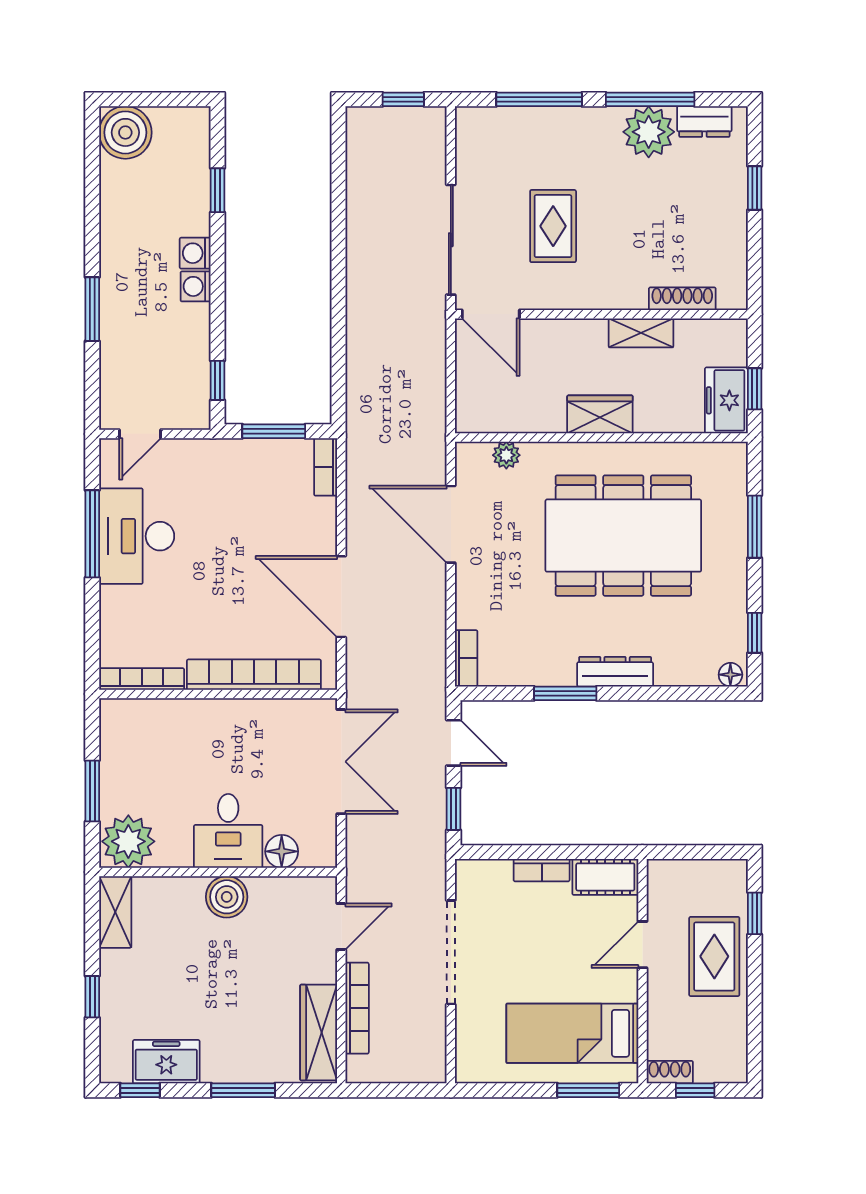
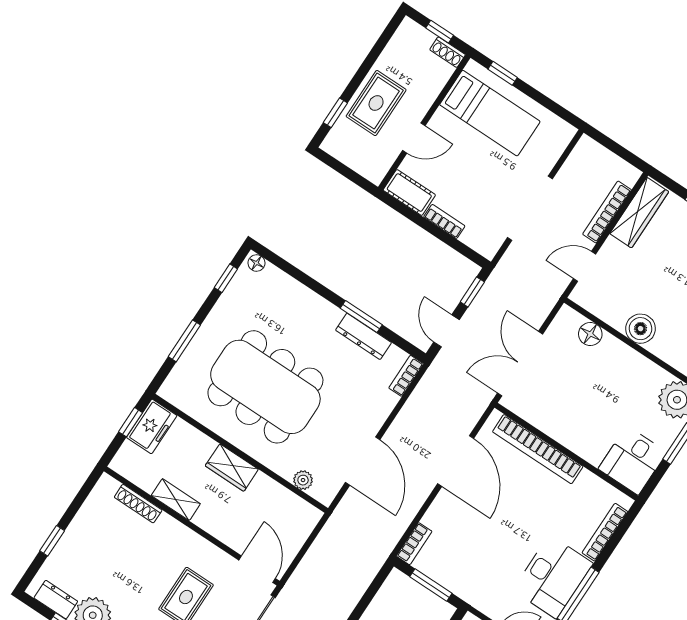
dresser: (615, 672) -> (364, 336), moved
bookcase: (142, 679) -> (605, 532), moved, turned 90
desk: (228, 831) -> (632, 461), moved, turned 180
window: (588, 1090) -> (503, 73), width x0.67

